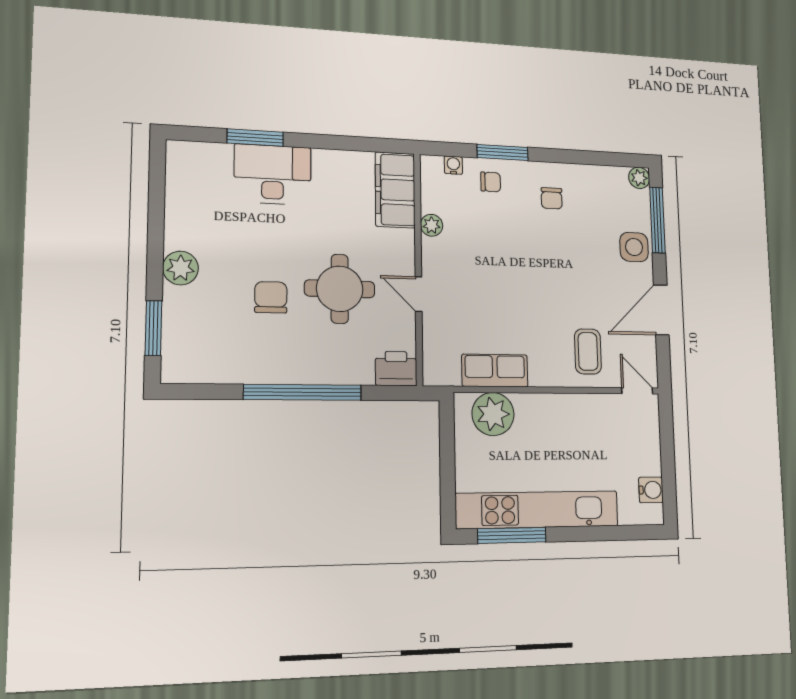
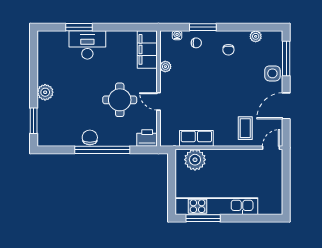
plant: (639, 178) -> (256, 36), moved
chair: (271, 297) -> (90, 137), moved
door: (637, 391) -> (271, 148), hinge flipped
water cooler: (651, 490) -> (276, 197), removed

